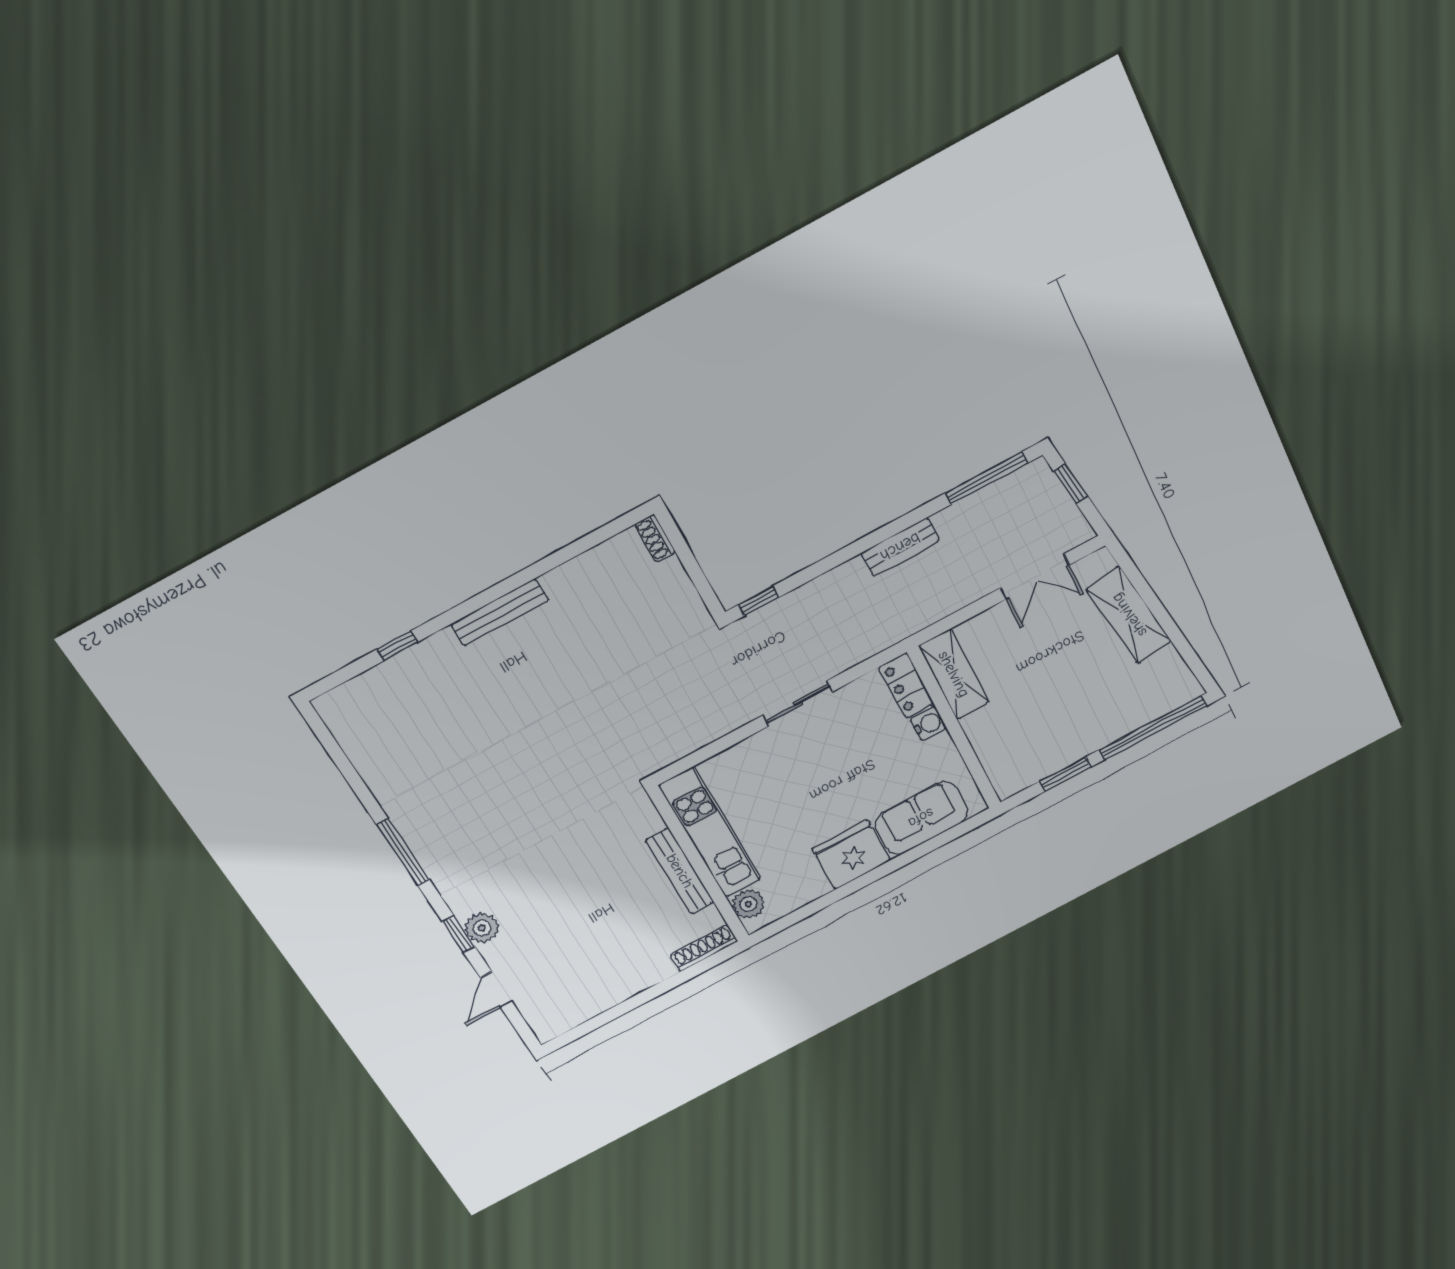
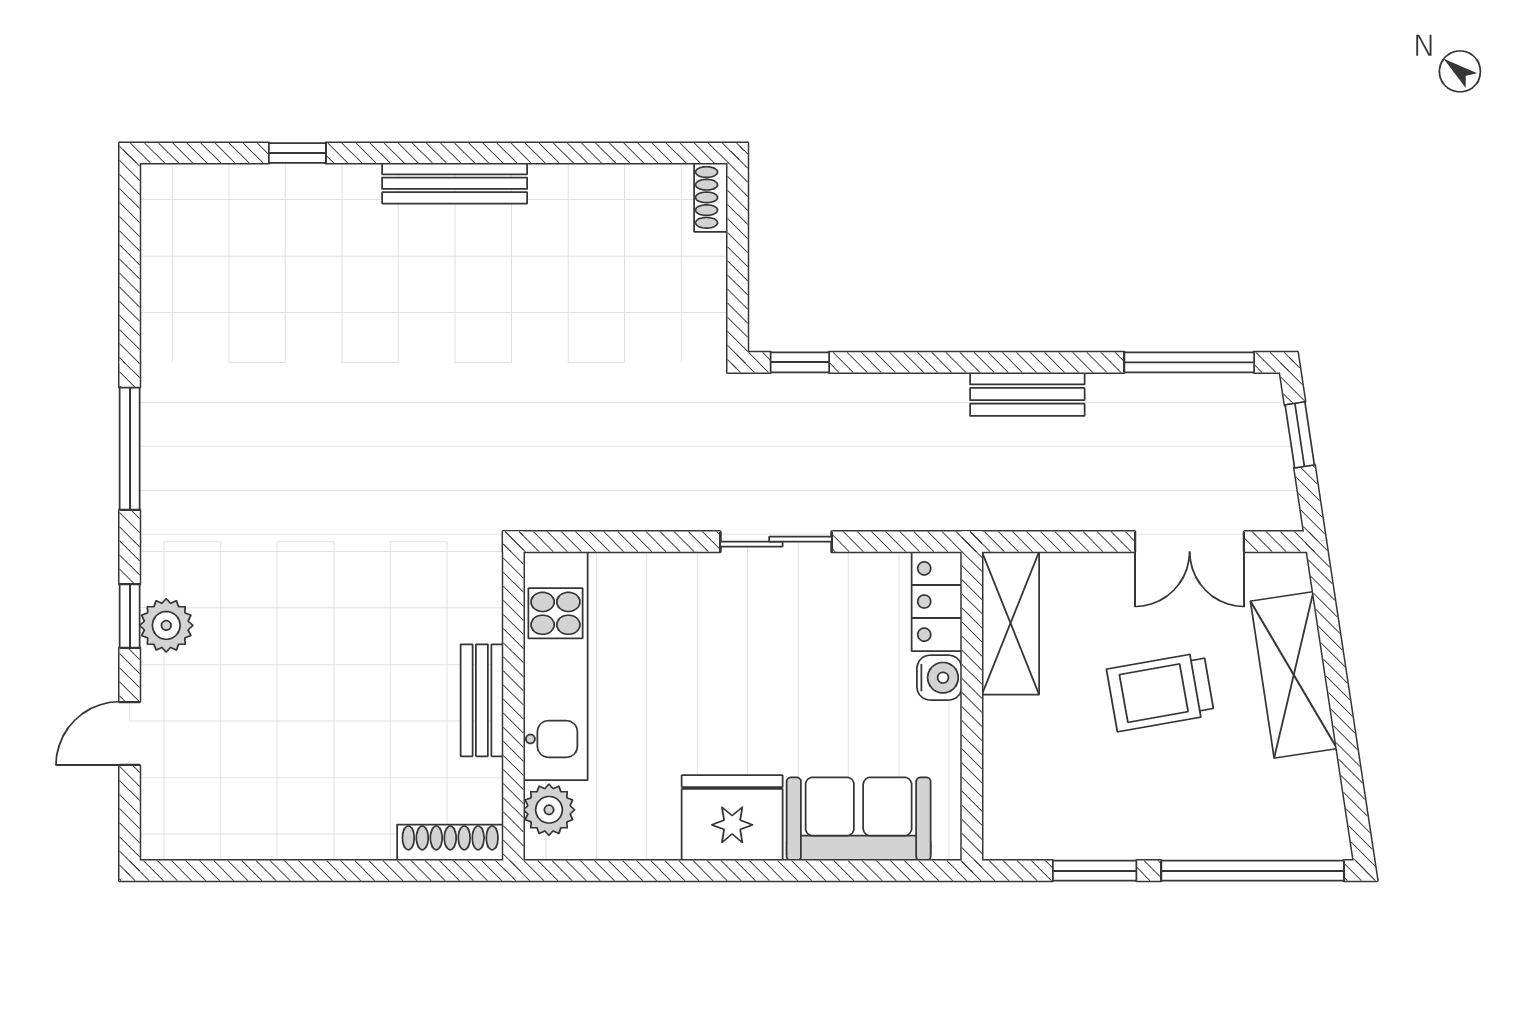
trolley: (1057, 665) -> (1160, 692), added
bench: (680, 871) -> (482, 700), width x0.73

